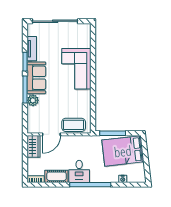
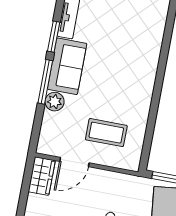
corner sofa: (76, 69) -> (134, 64), removed
coffee table: (74, 125) -> (106, 133), moved

